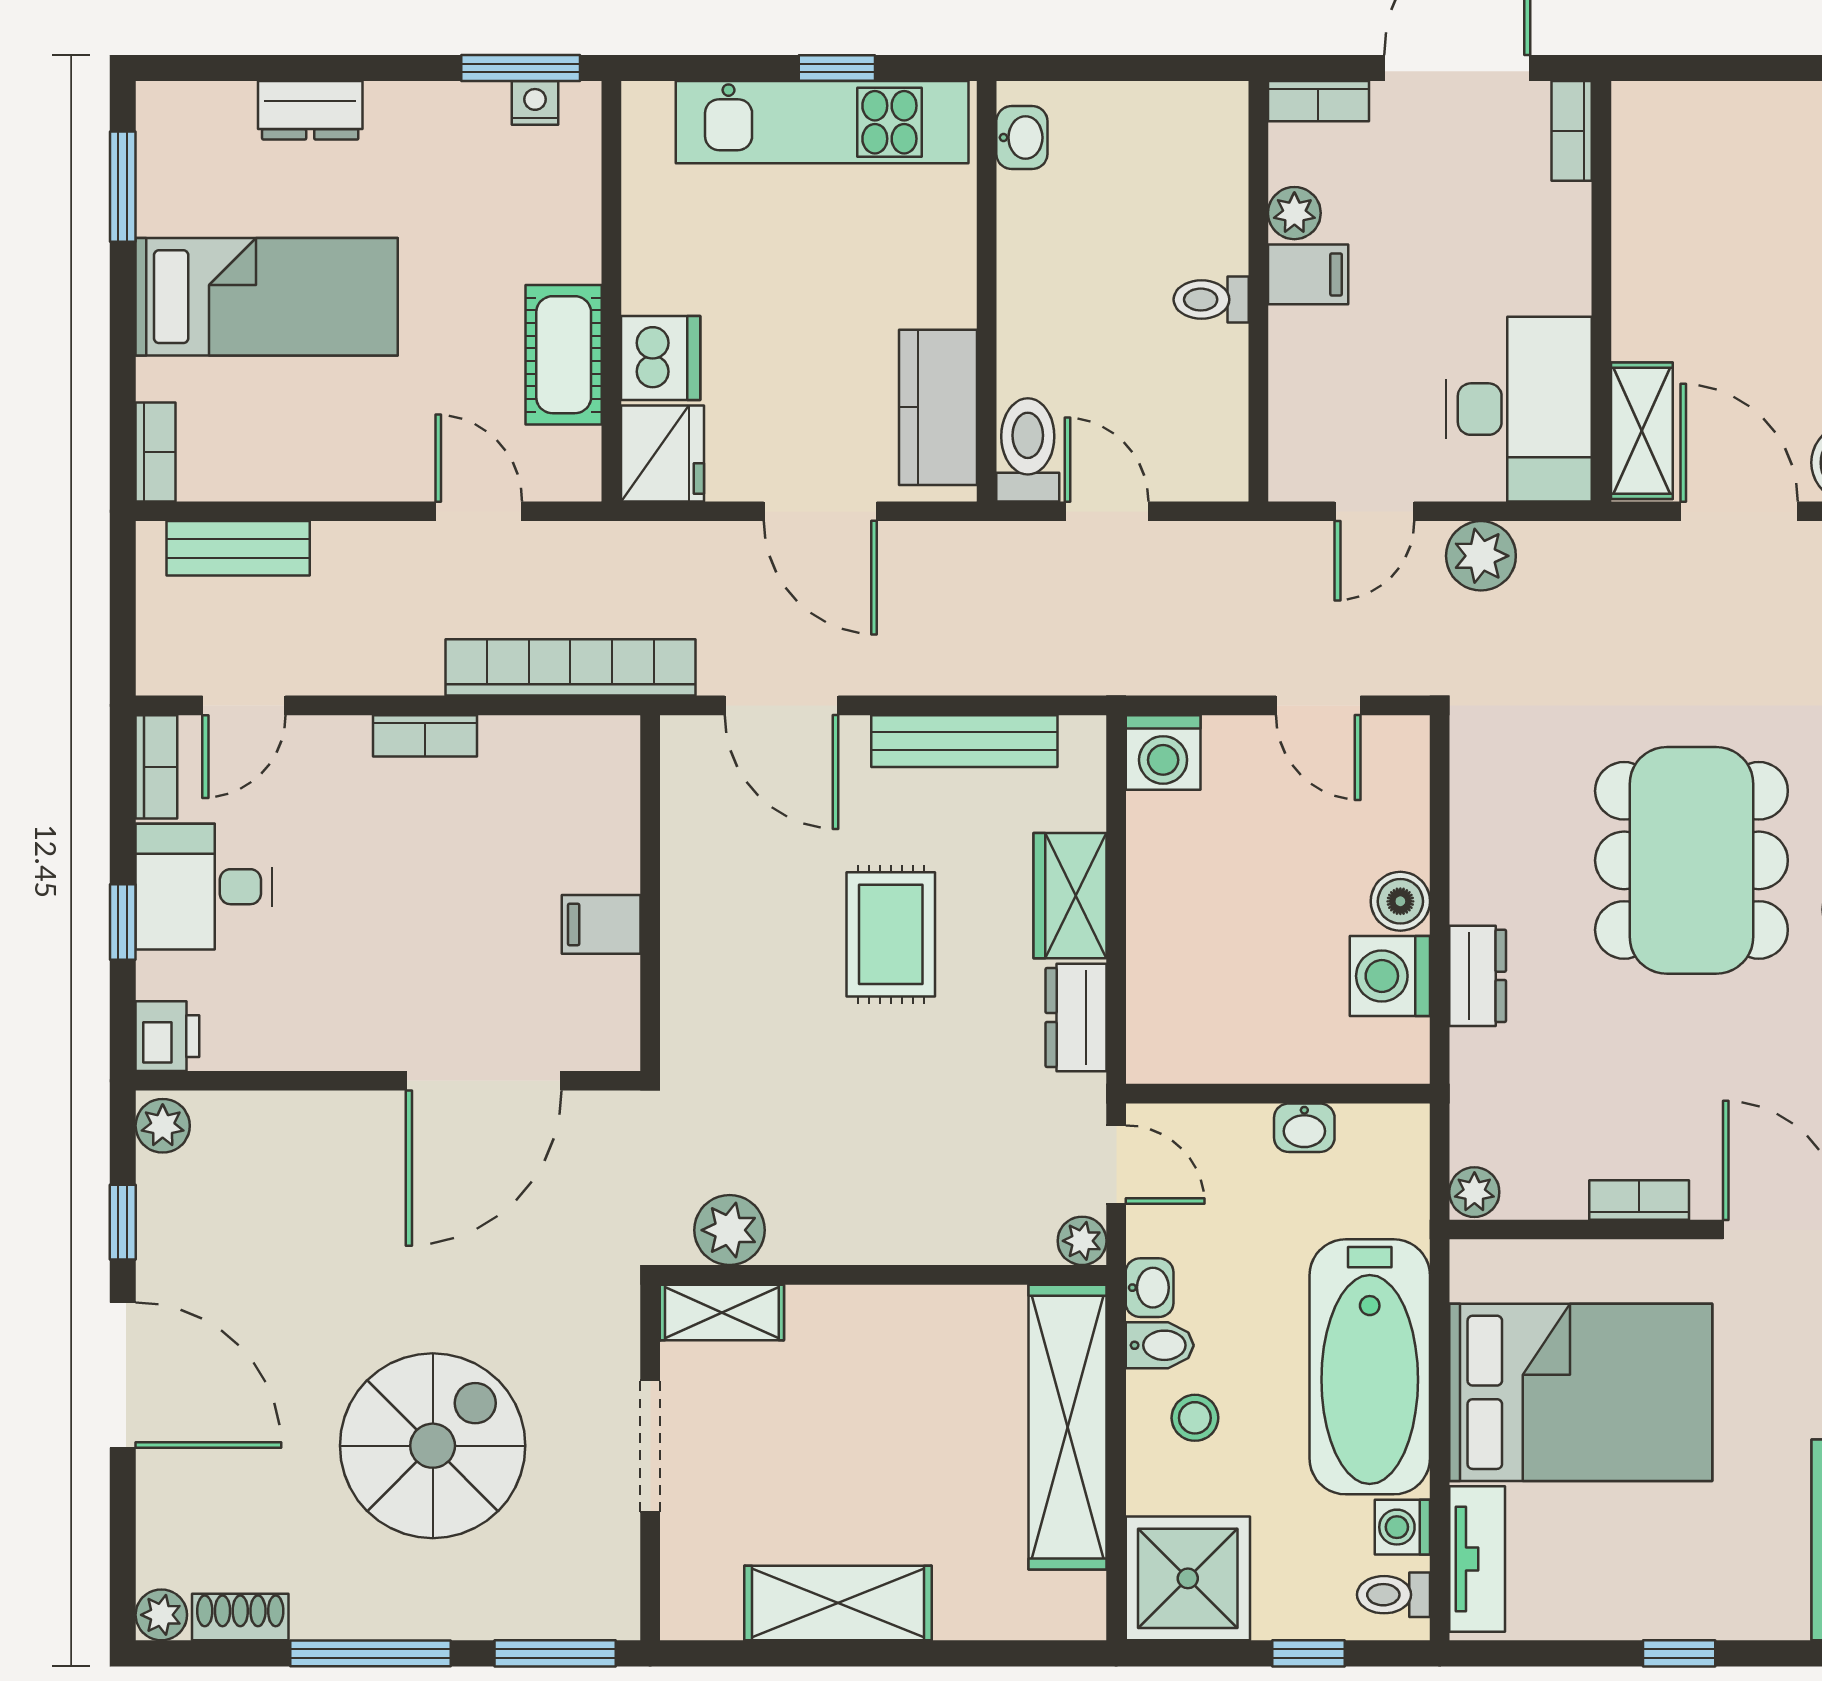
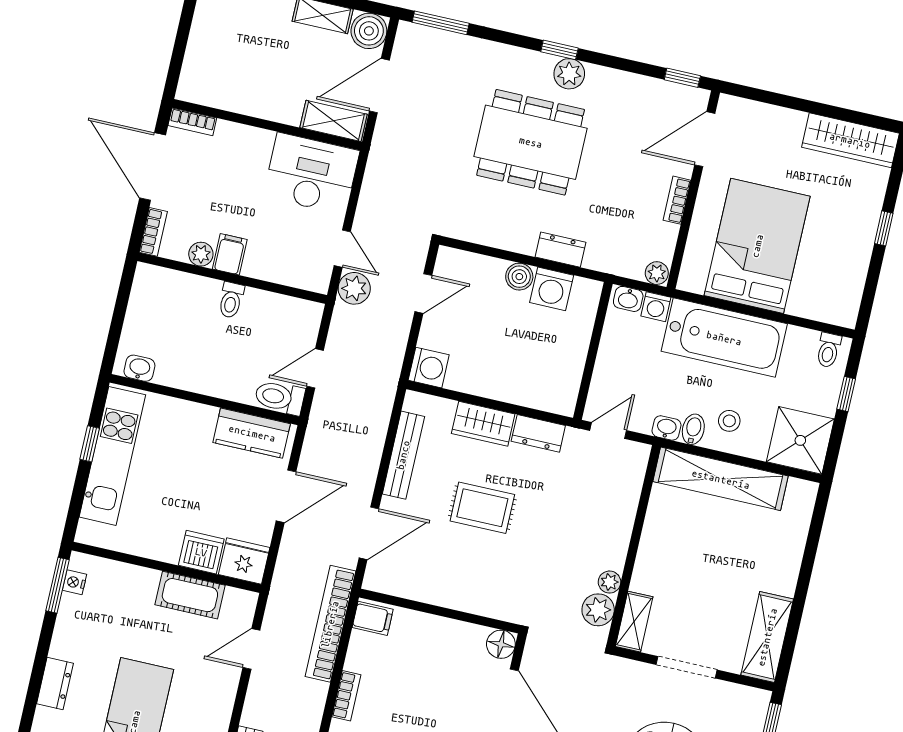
plant: (1481, 556) -> (354, 288), moved
filing cabinet: (601, 924) -> (373, 618), moved, turned -90
floor lamp: (609, 1040) -> (501, 644), added
washbasin: (1304, 1128) -> (628, 299), moved, turned 90
plant: (1082, 1241) -> (609, 582), moved
washing machine: (1402, 1527) -> (656, 307), moved
tv unit: (1477, 1559) -> (821, 309), removed
shelving: (838, 1603) -> (767, 637), moved

